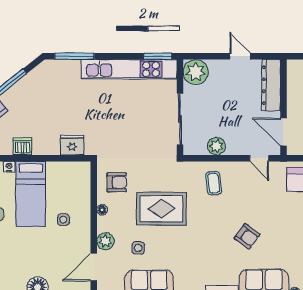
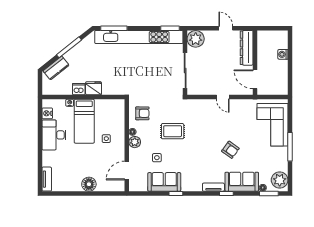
kitchen unit: (129, 69) -> (139, 37), width x1.36
fridge: (72, 145) -> (94, 88), moved
plant: (216, 146) -> (210, 89), removed
door: (259, 158) -> (223, 97), moved
coffee table: (214, 183) -> (208, 114), removed
rug: (161, 209) -> (173, 131), width x0.73, depth x0.70
plant: (105, 241) -> (135, 142), moved

